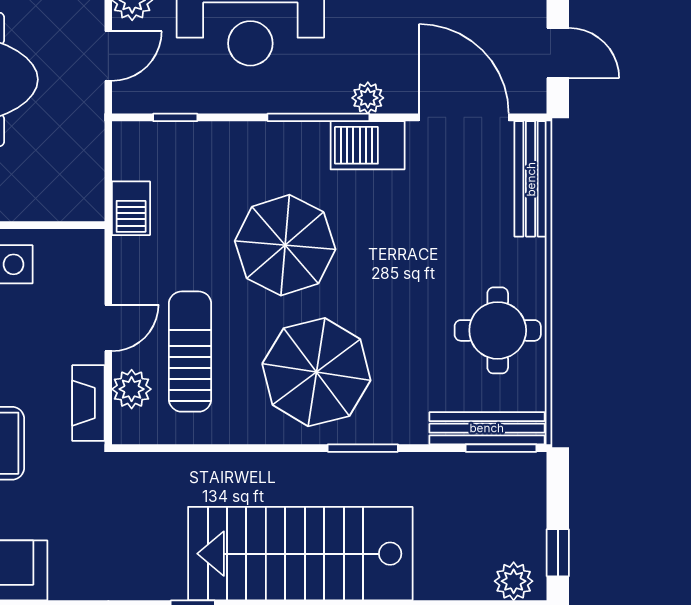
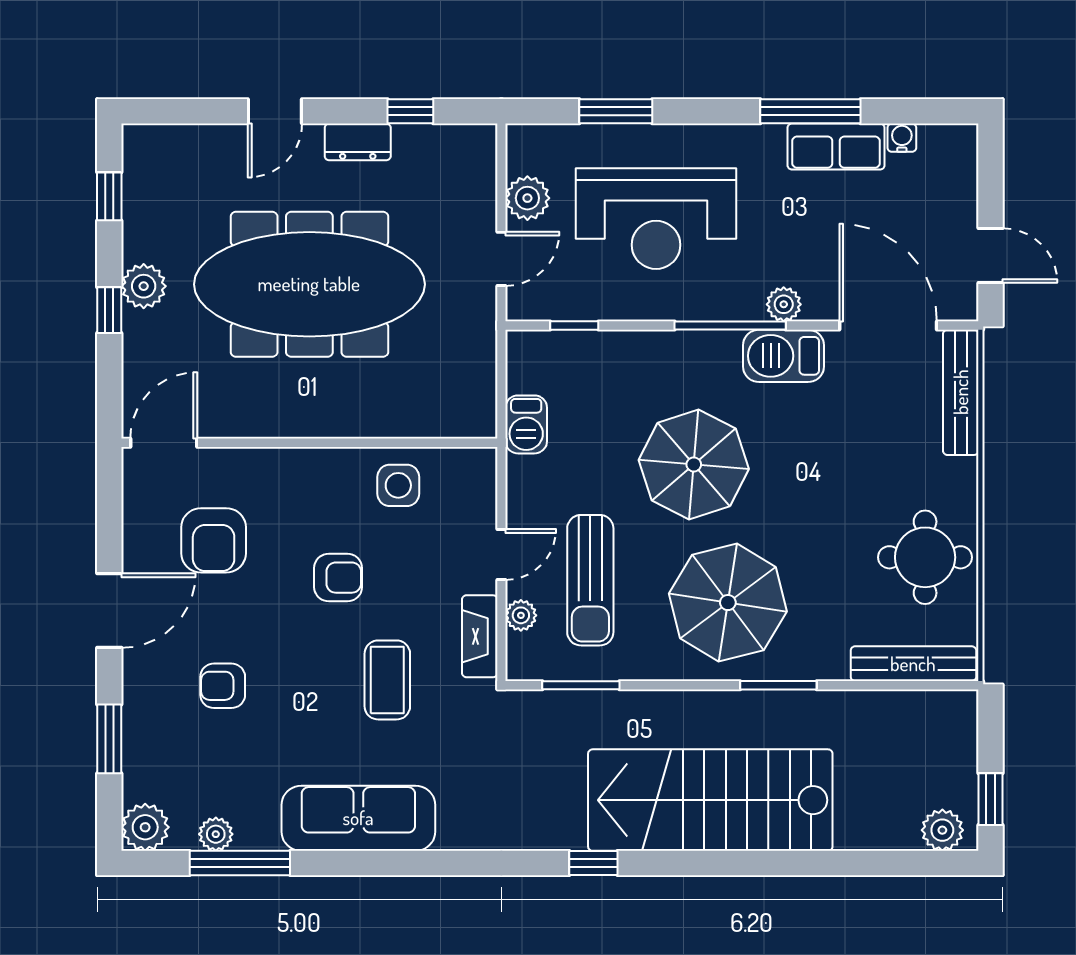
sun lounger: (190, 352) -> (590, 580), turned 180
plant: (132, 389) -> (521, 615), width x0.73, depth x0.73
window: (501, 448) -> (581, 685), moved

